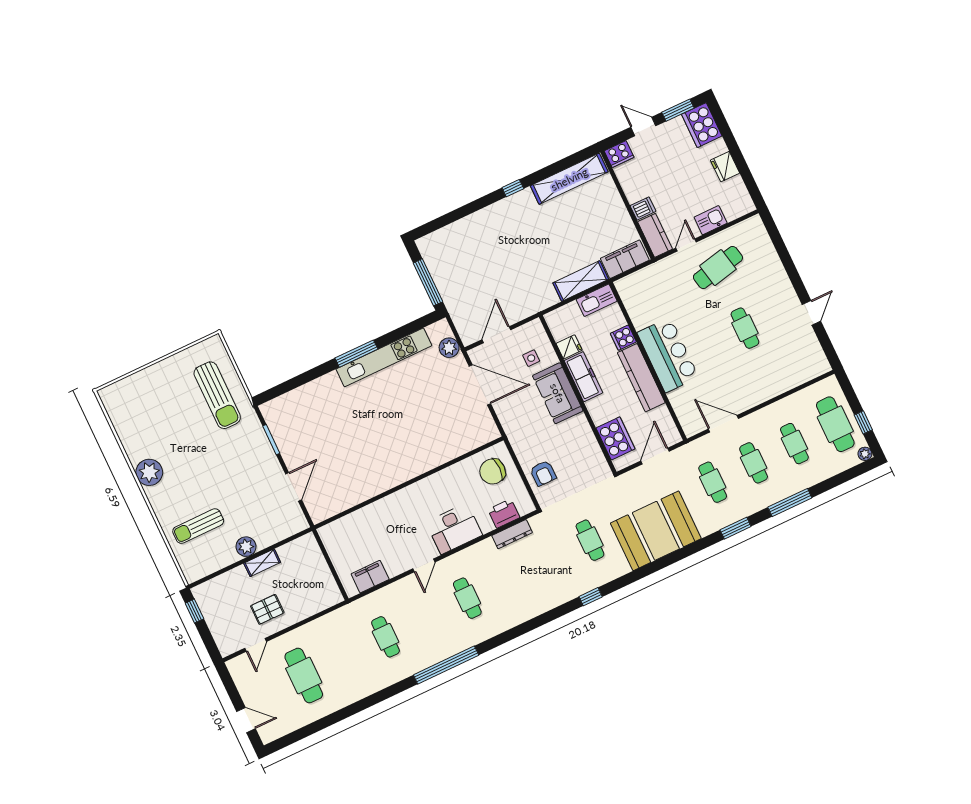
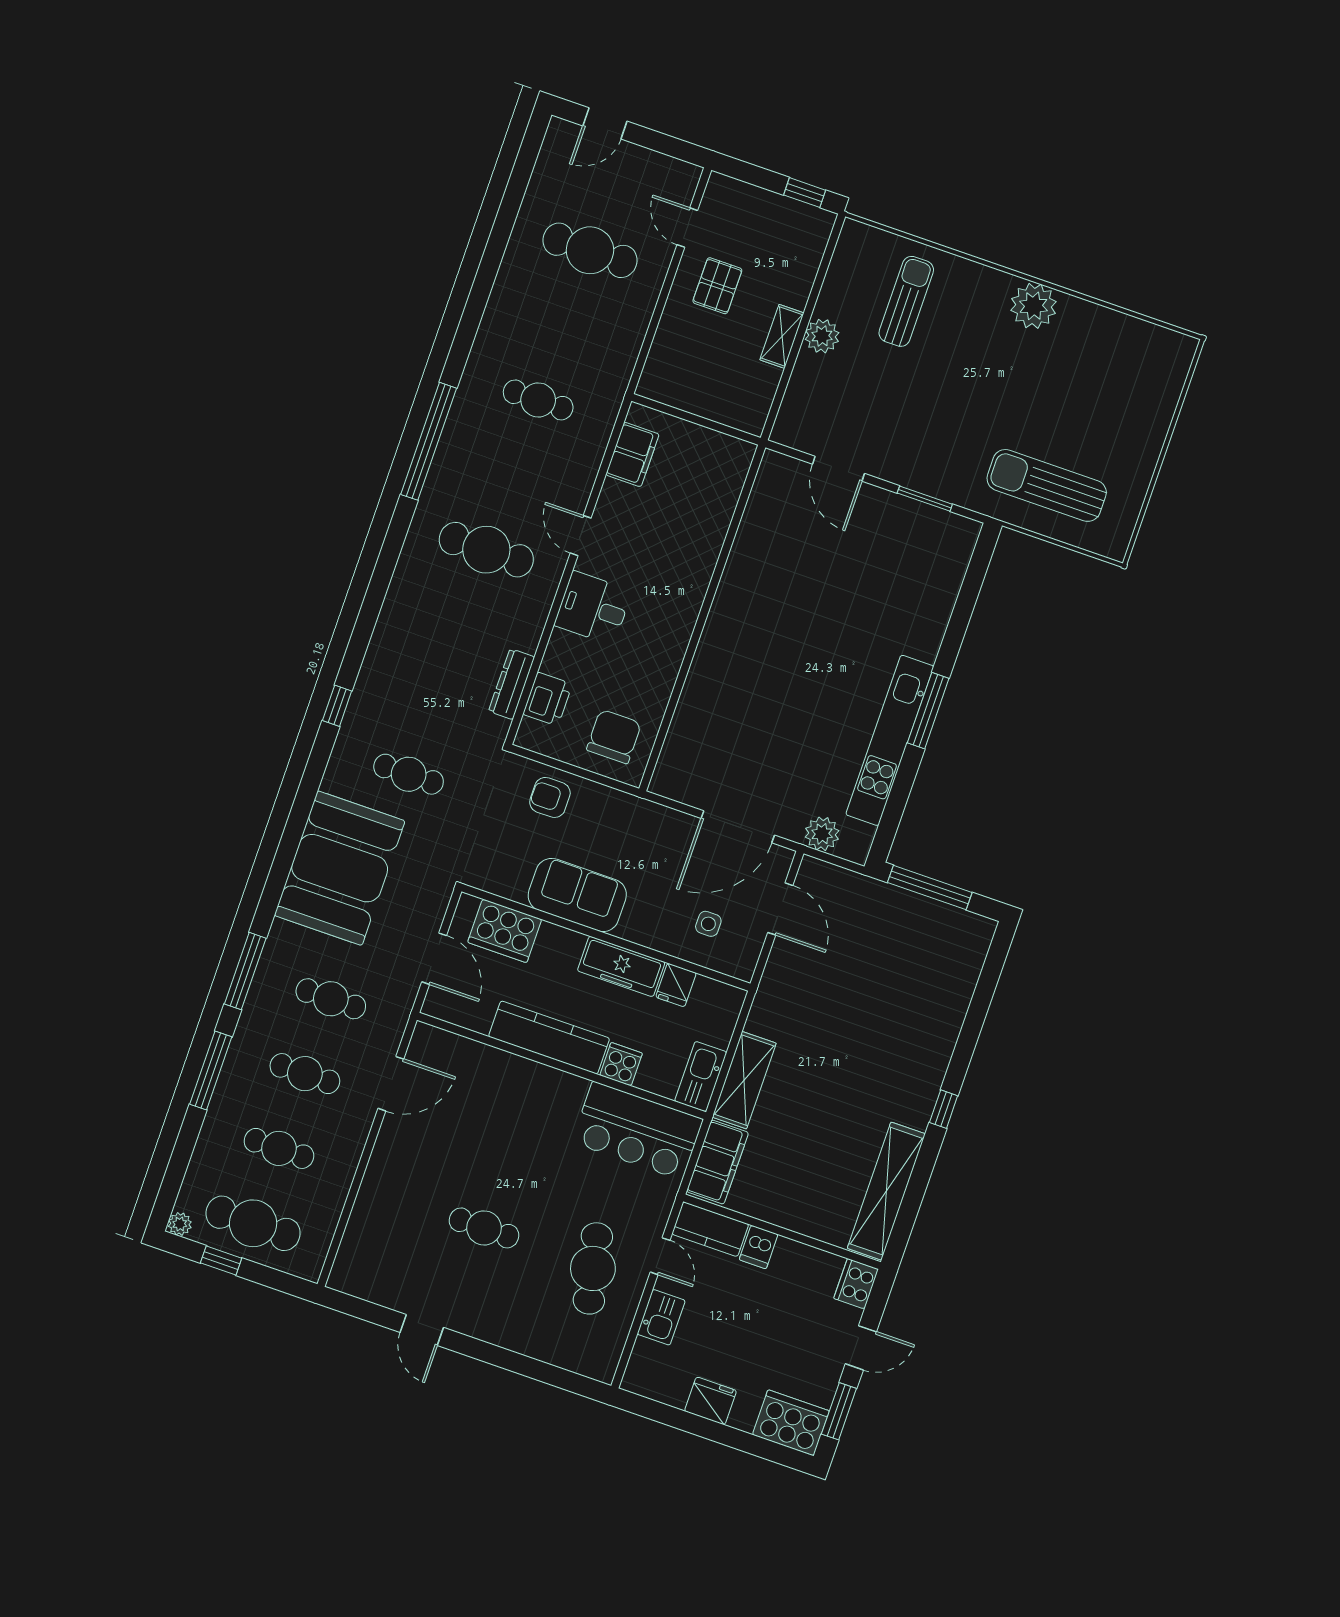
bar counter: (668, 355) -> (637, 1131), moved
sofa: (558, 393) -> (577, 895), moved
window: (736, 528) -> (245, 971), width x1.44
desk: (454, 529) -> (593, 608), width x0.73
cafe table: (467, 598) -> (486, 550), width x1.37, depth x1.35

